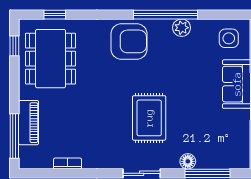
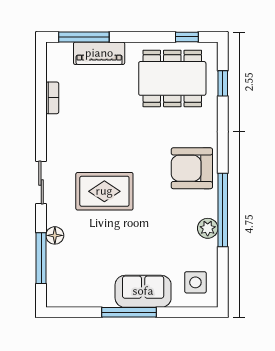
armchair: (129, 41) -> (192, 168), turned 90

